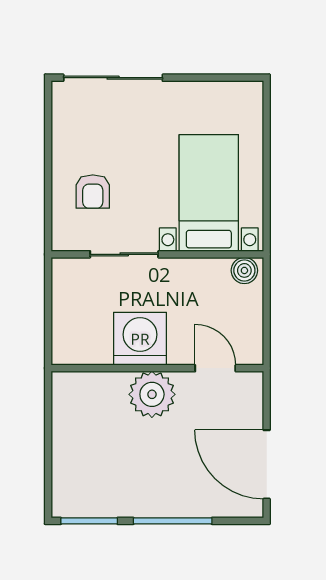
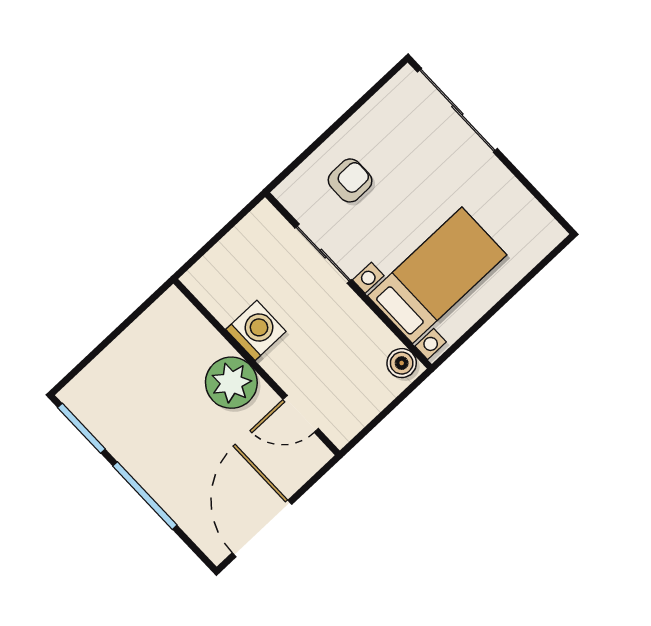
armchair: (93, 191) -> (350, 180), turned 180
washing machine: (140, 339) -> (256, 330), width x0.73, depth x0.73
door: (215, 368) -> (301, 414), swing flipped

